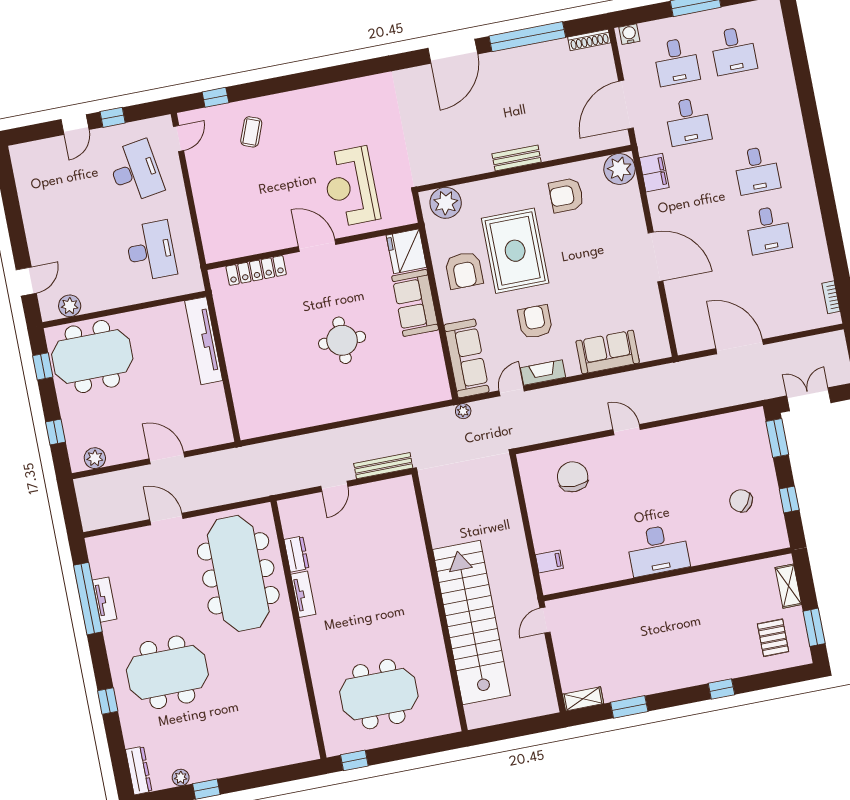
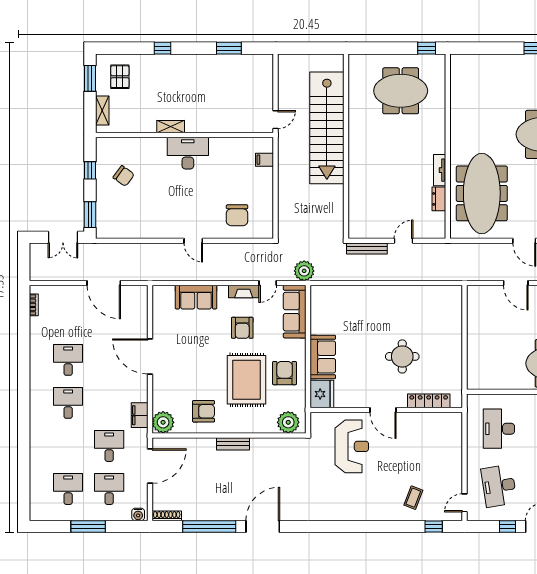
round table: (342, 340) -> (402, 356), moved
tv unit: (204, 341) -> (474, 359), removed
plant: (463, 411) -> (304, 271), width x1.87, depth x1.87
shelving: (583, 699) -> (171, 127), moved

